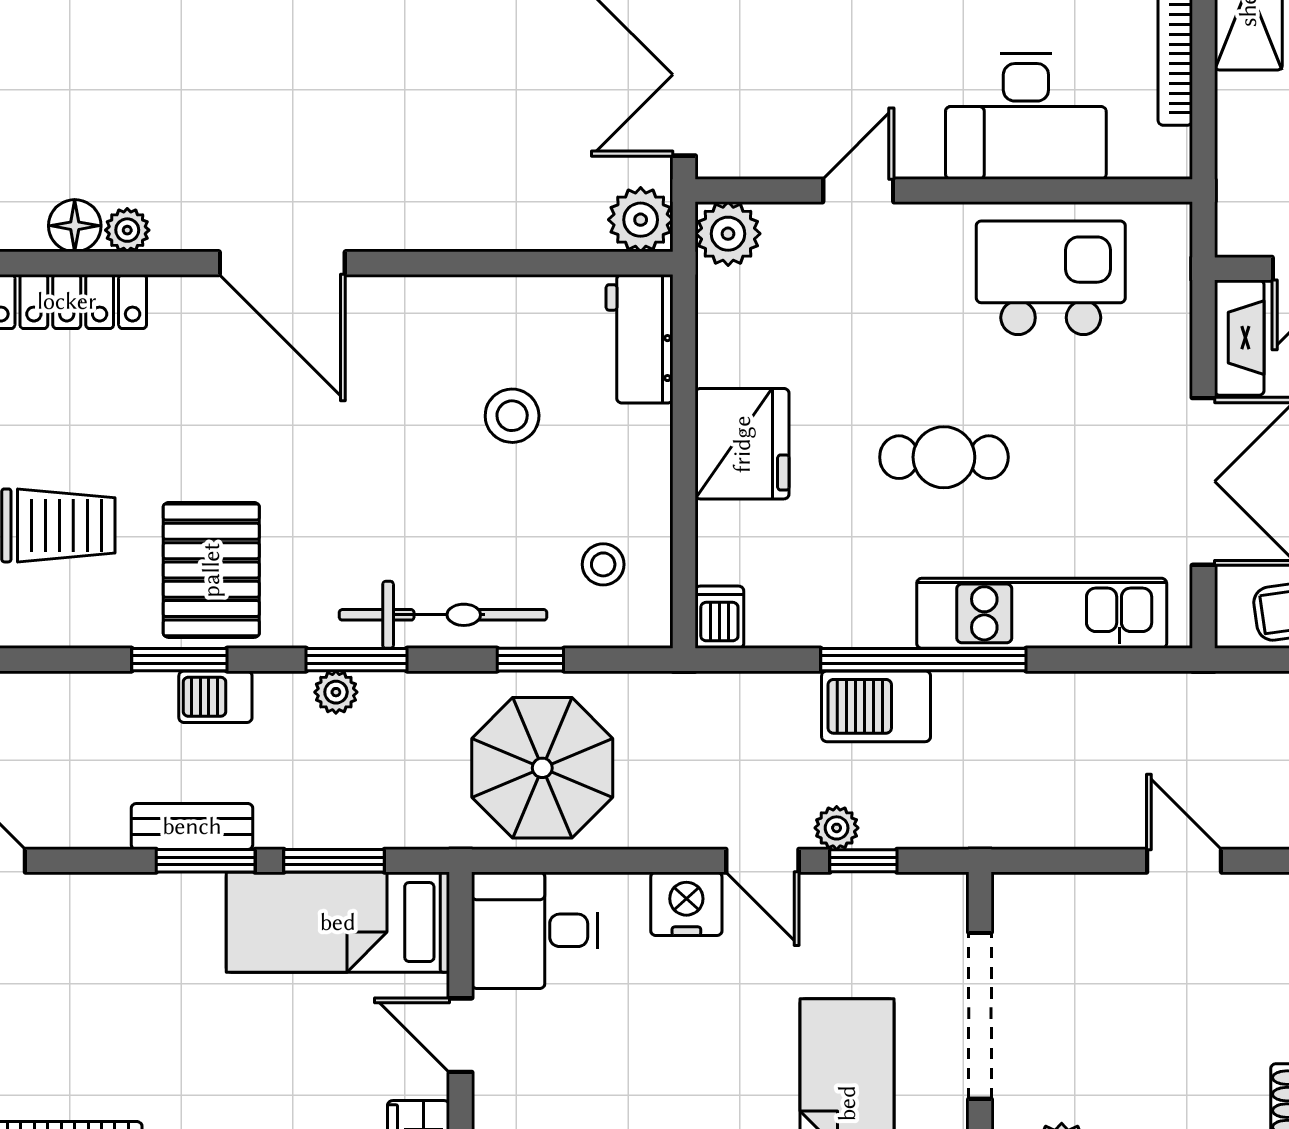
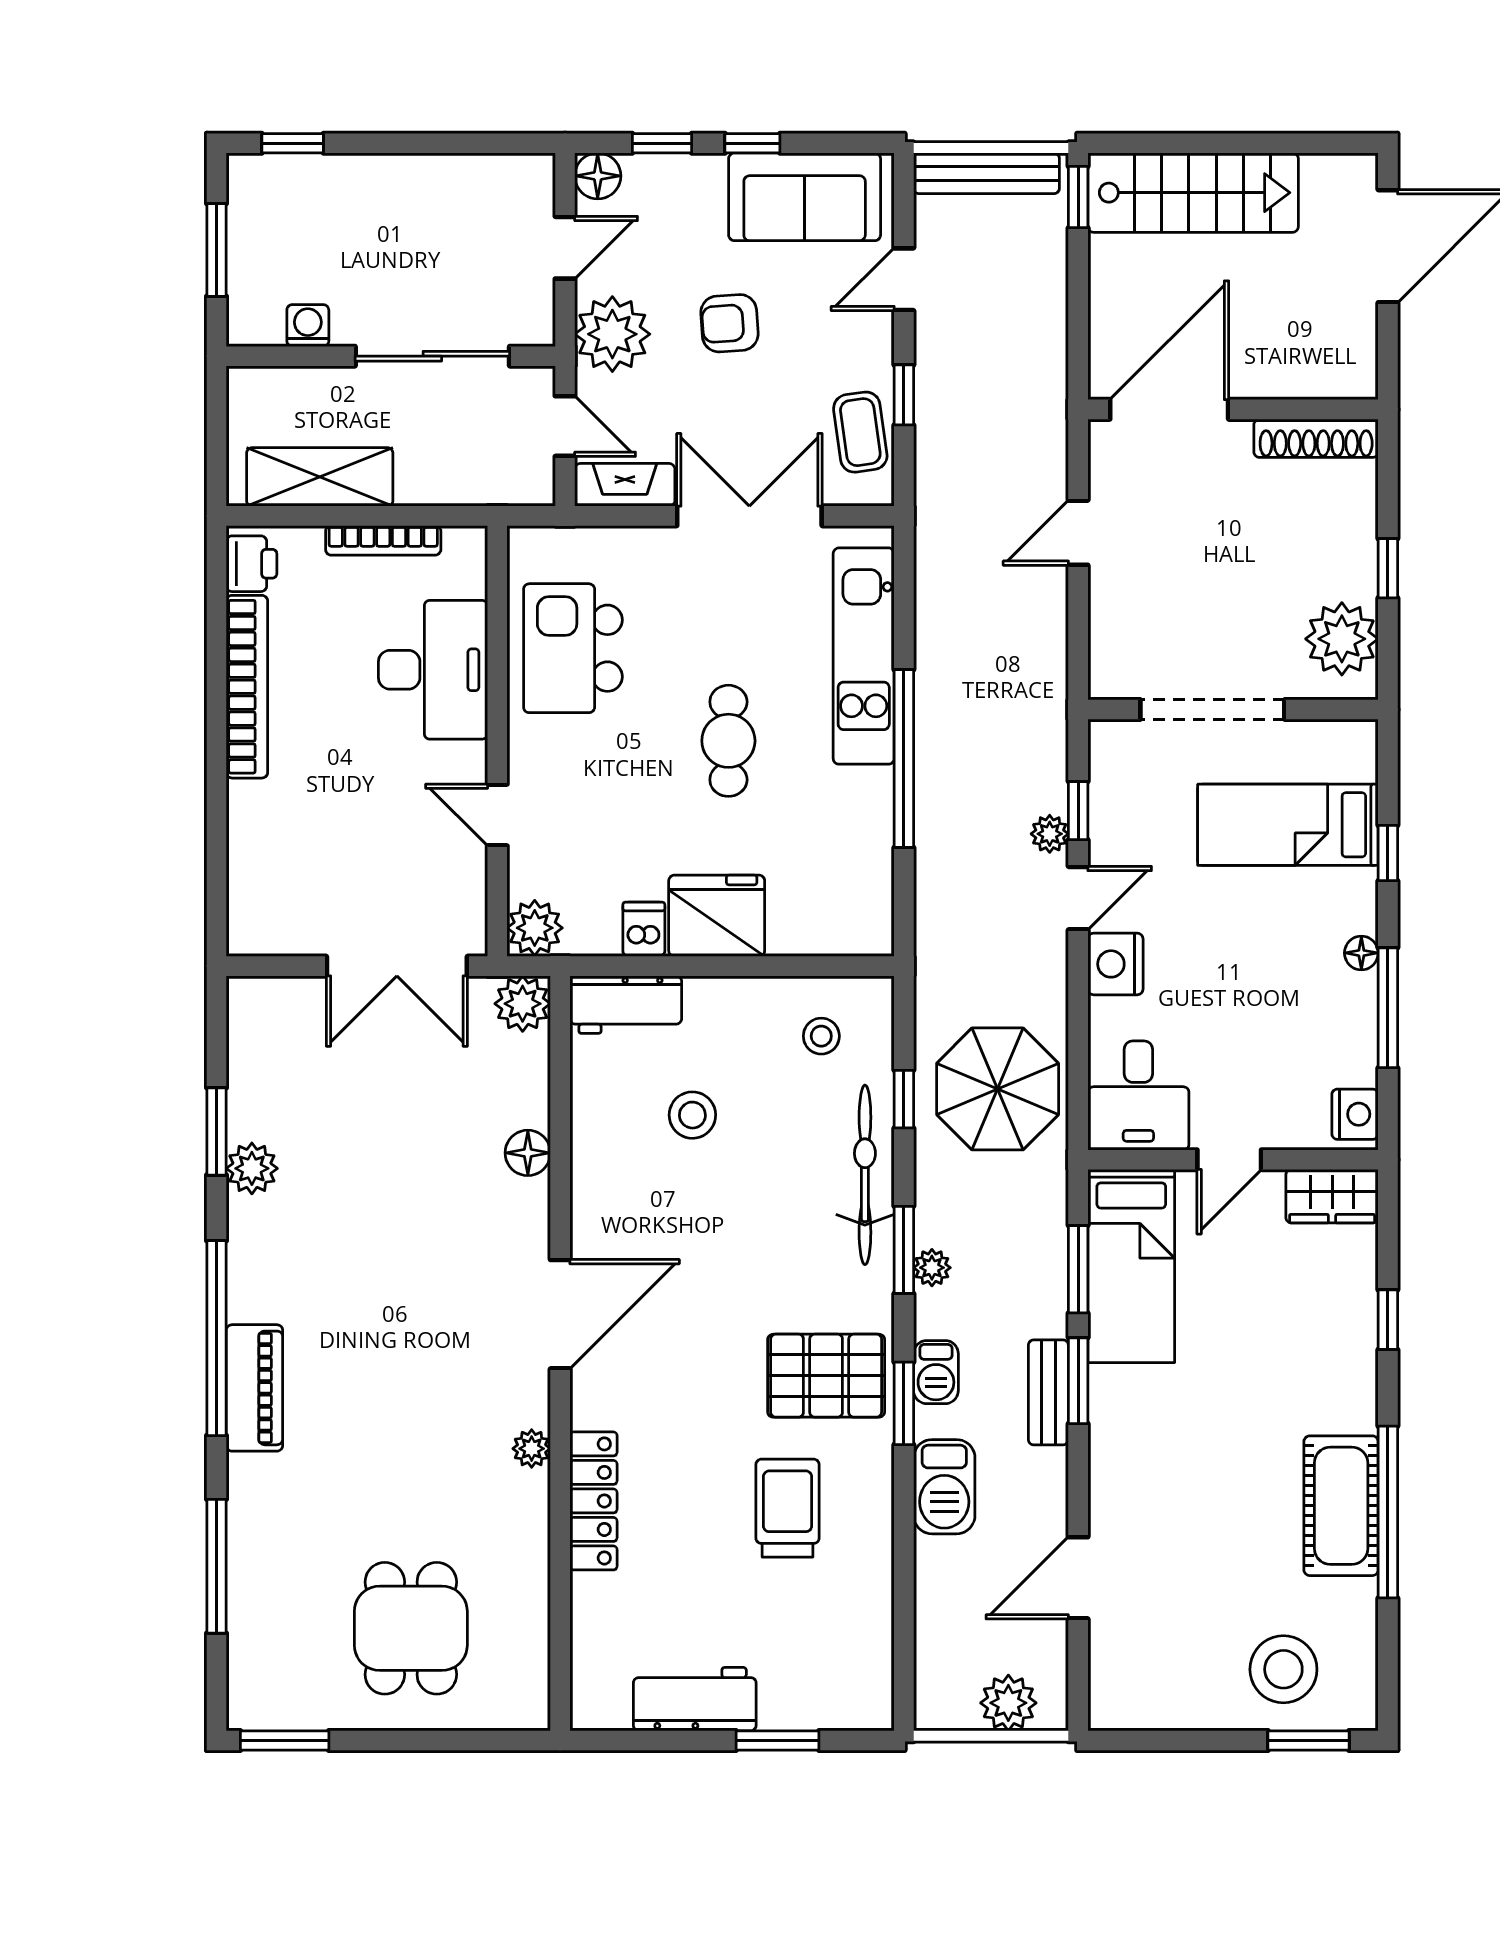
floor lamp: (75, 226) -> (528, 1153), moved
dishwasher: (719, 617) -> (644, 929), moved, turned 90
barbecue: (876, 706) -> (944, 1487), moved

